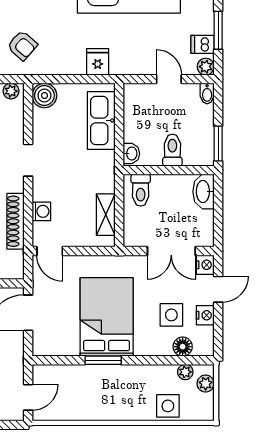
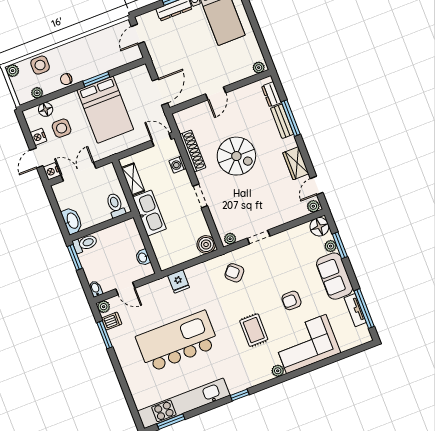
kitchen sink: (101, 120) -> (149, 213), moved
toilet: (172, 150) -> (85, 243), moved, turned -90
washbasin: (131, 154) -> (143, 257), moved
chair: (141, 375) -> (66, 79), added
plant: (206, 384) -> (13, 71), moved

